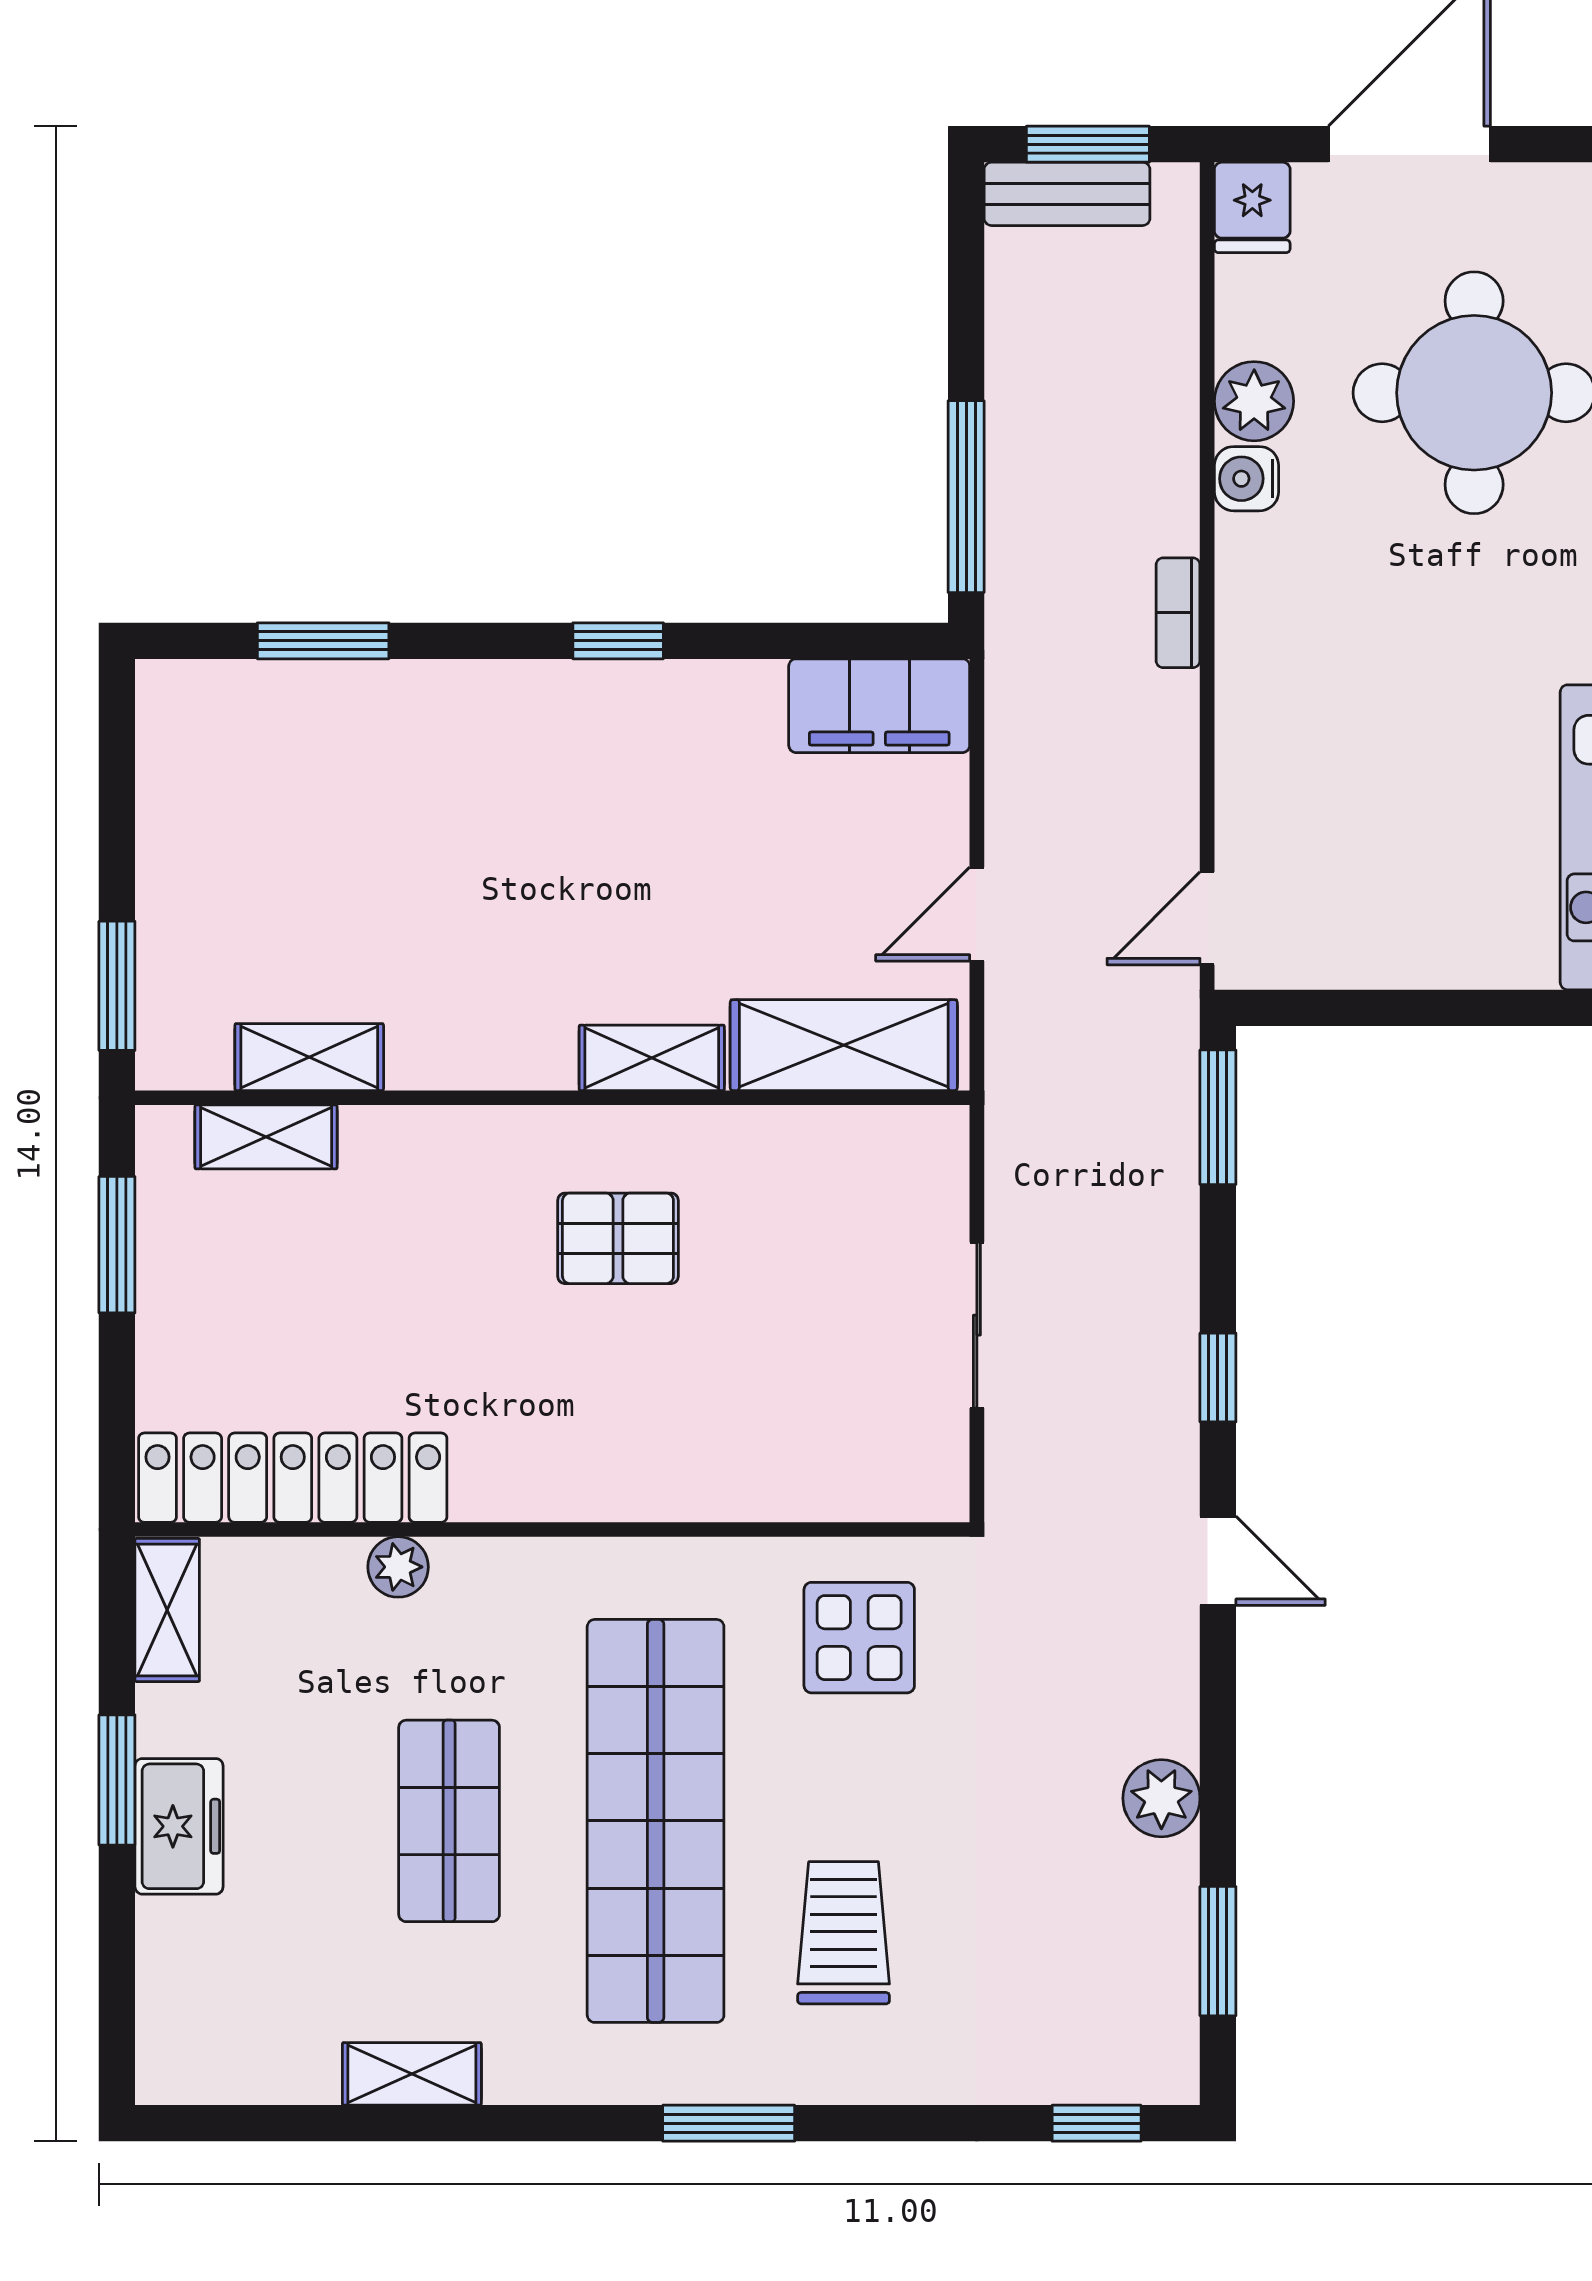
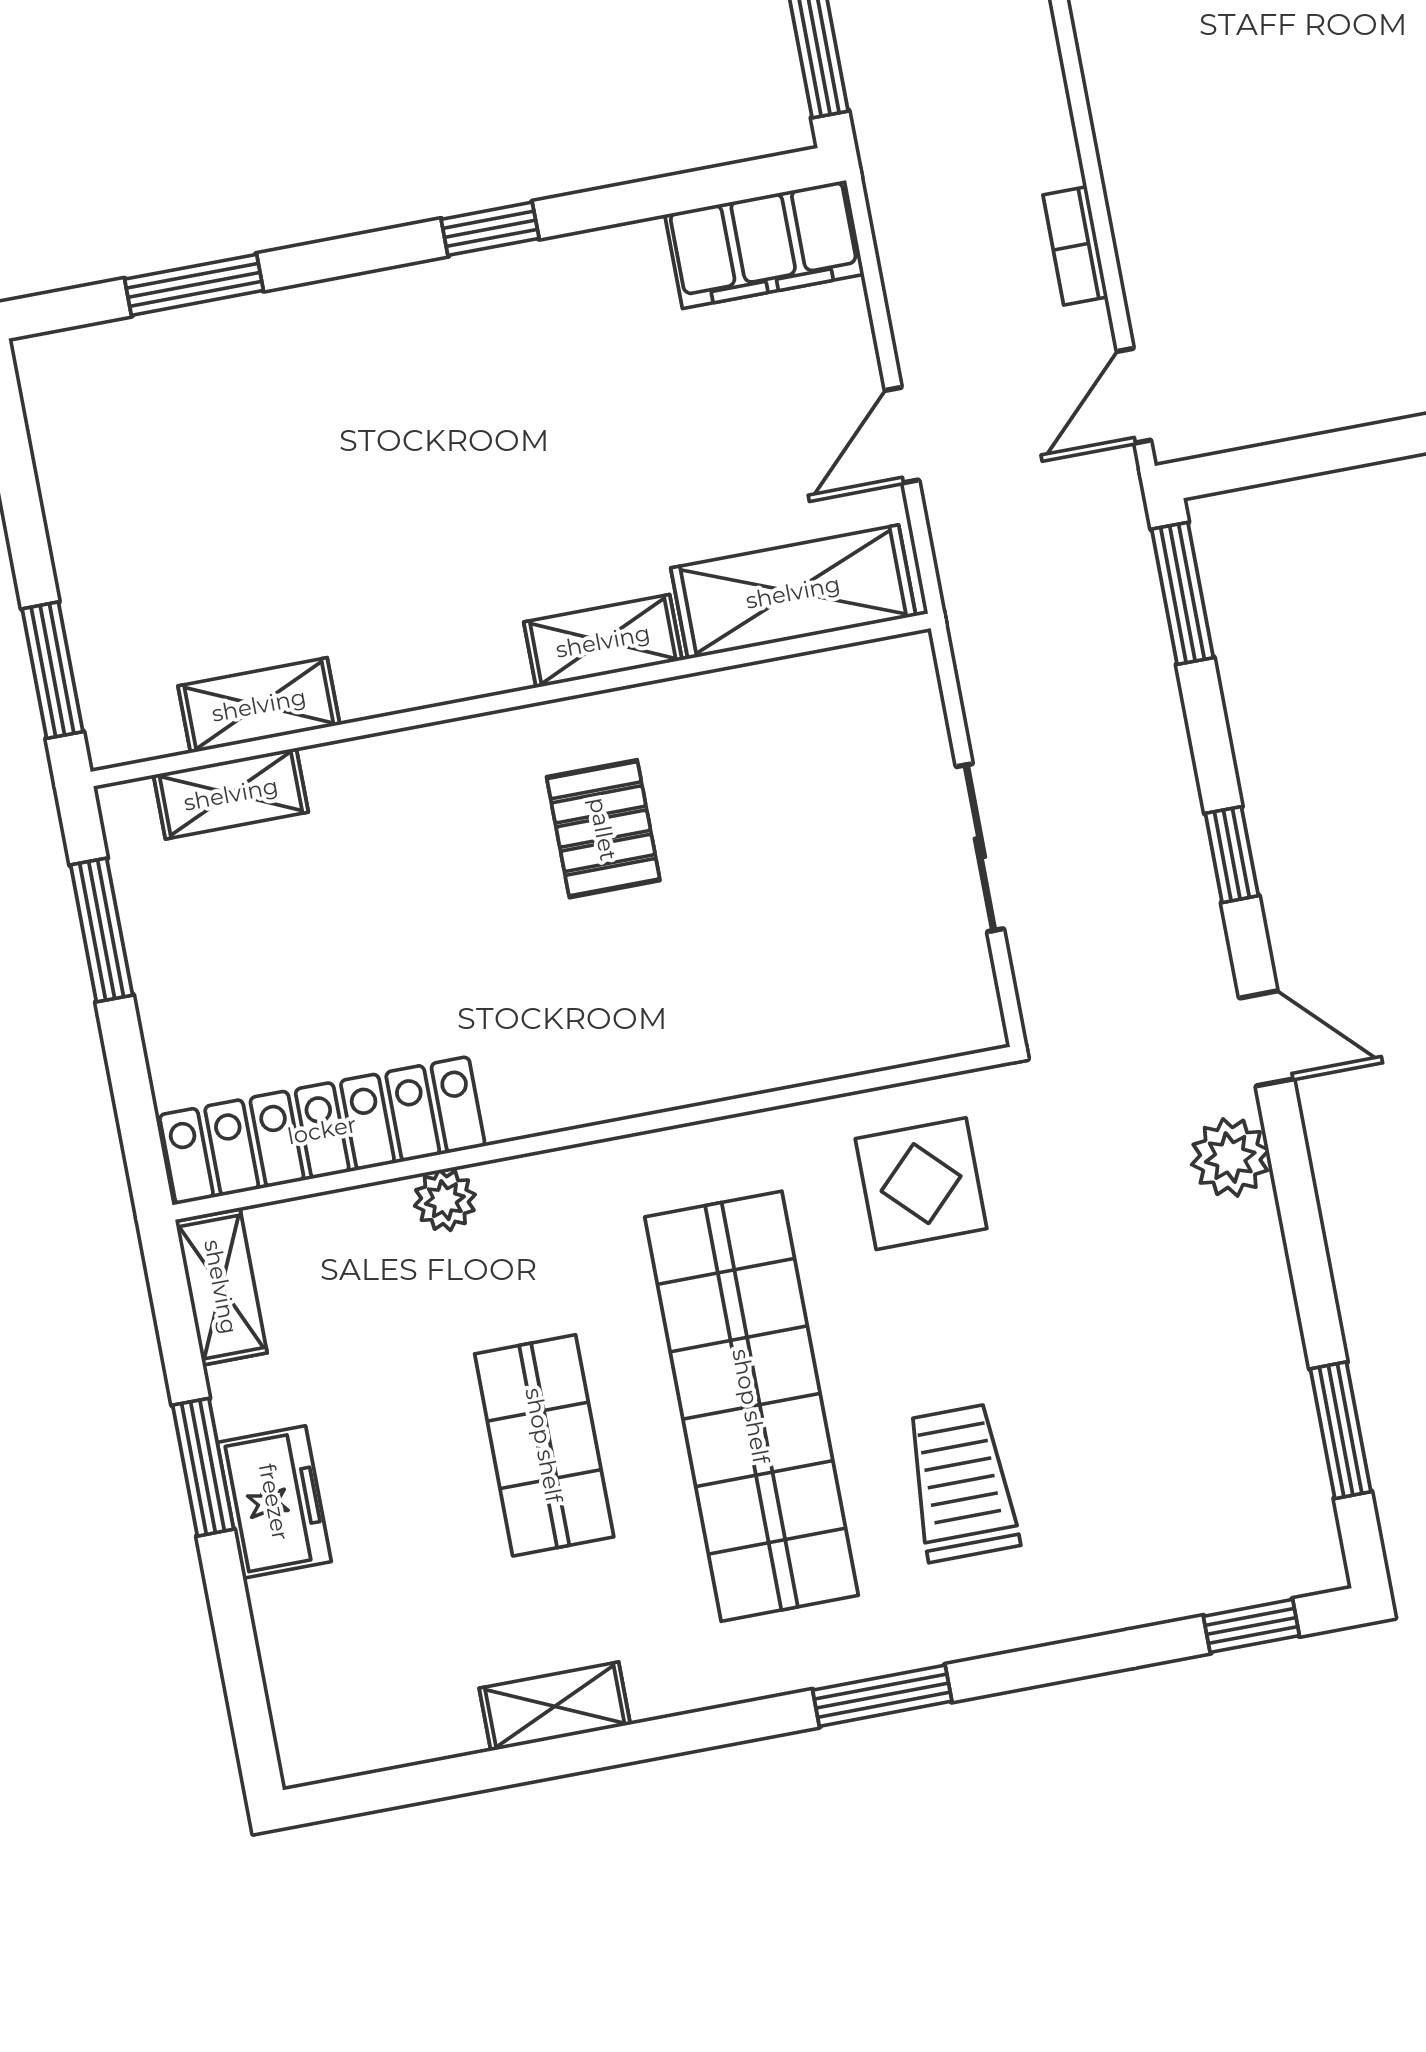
bookcase: (1178, 613) -> (1075, 246), moved
pallet: (618, 1238) -> (603, 829), turned 90
plant: (1161, 1798) -> (1230, 1157), moved

